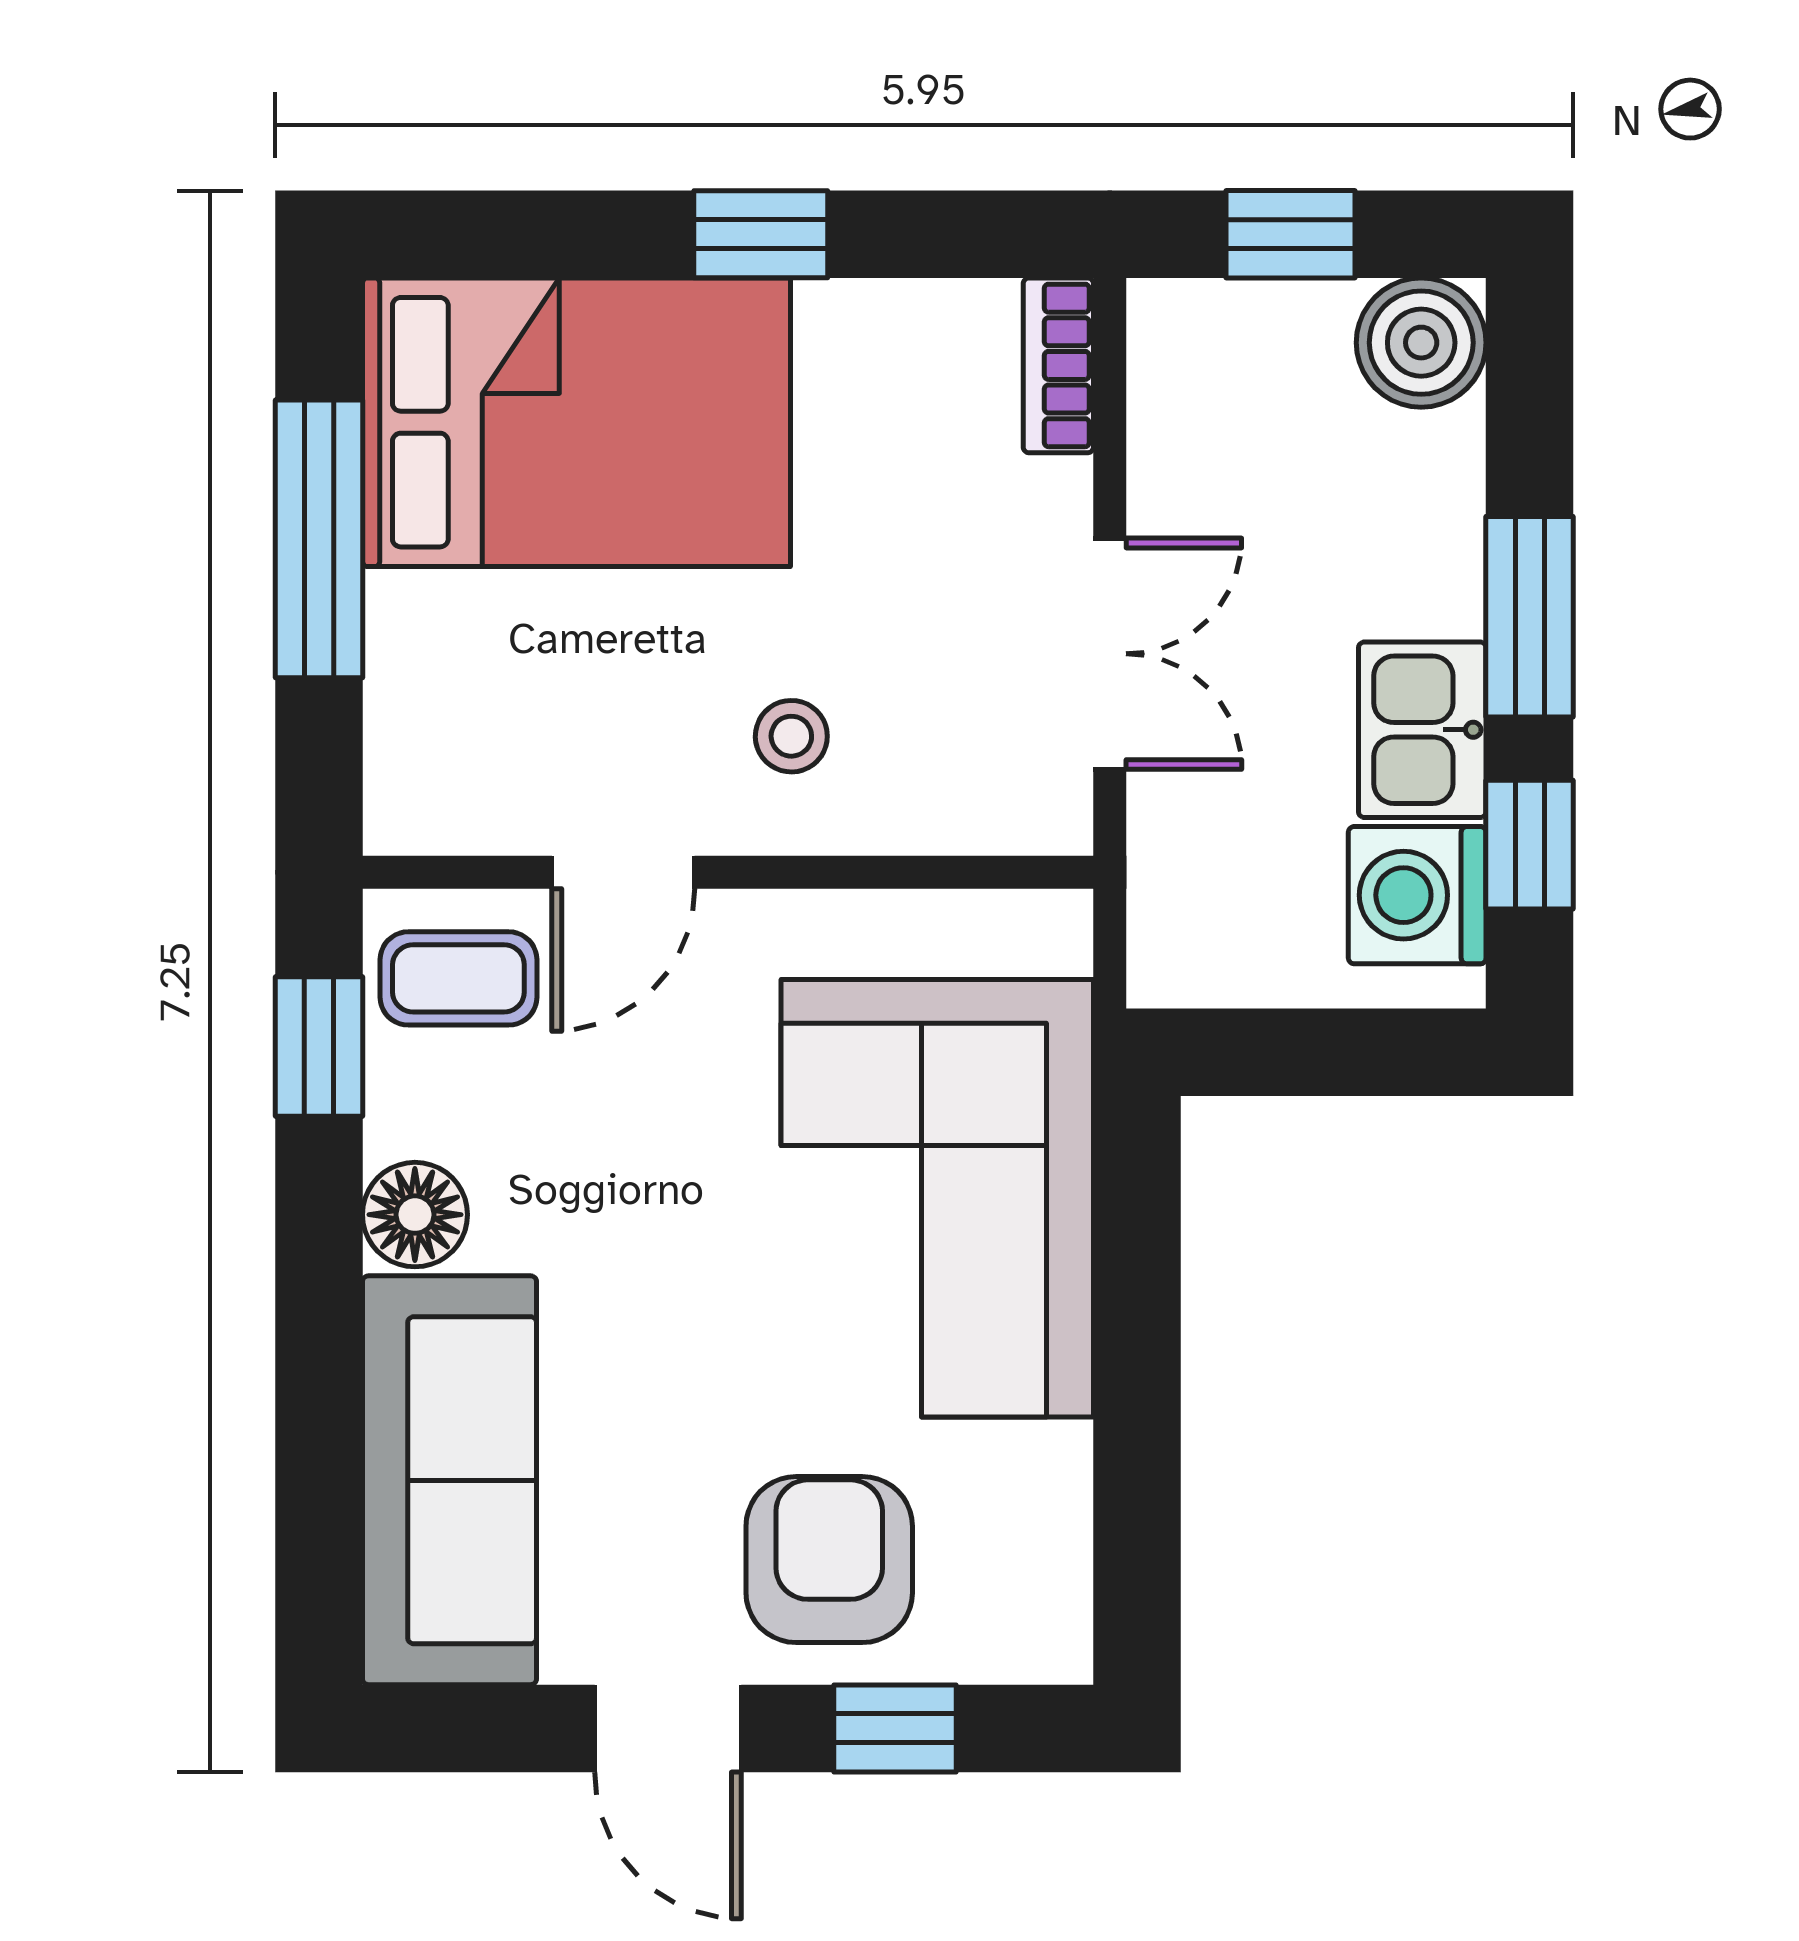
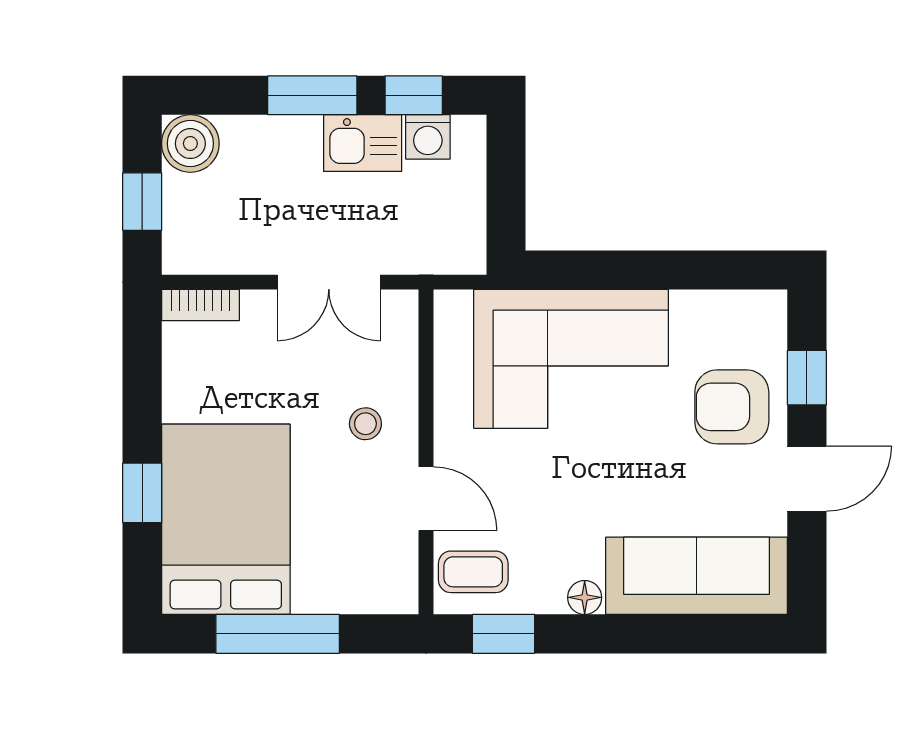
window: (761, 234) -> (142, 493), moved
double door: (1110, 654) -> (329, 282), swing flipped
washing machine: (1417, 895) -> (428, 137), width x0.73, depth x0.73
coffee table: (458, 978) -> (473, 572), turned 90
floor lamp: (415, 1215) -> (585, 597), width x0.73, depth x0.73

